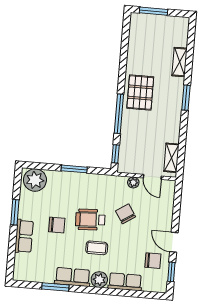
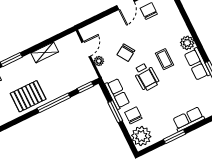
shelving: (171, 158) -> (45, 52), moved
chair: (57, 225) -> (133, 115), moved
row of seats: (125, 282) -> (117, 94), moved, turned 180

